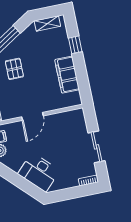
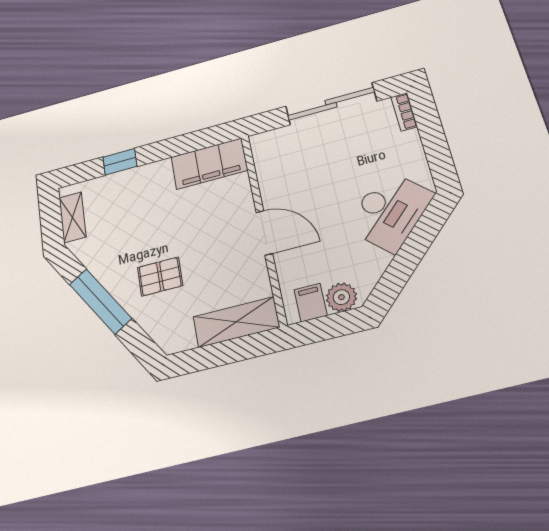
filing cabinet: (67, 75) -> (209, 164), moved
sliding door: (96, 147) -> (331, 104), width x1.37

